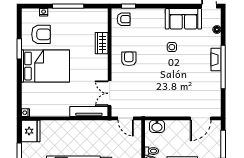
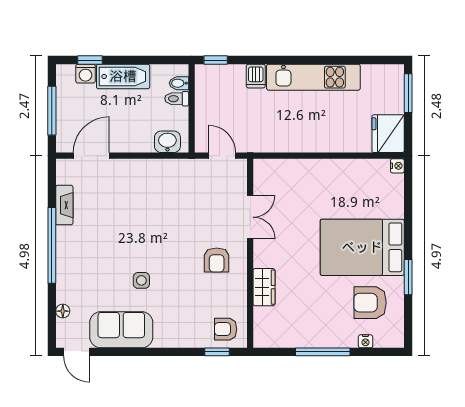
fireplace: (216, 59) -> (64, 205), moved
double door: (110, 93) -> (250, 217), moved
tv unit: (89, 112) -> (286, 168), removed

